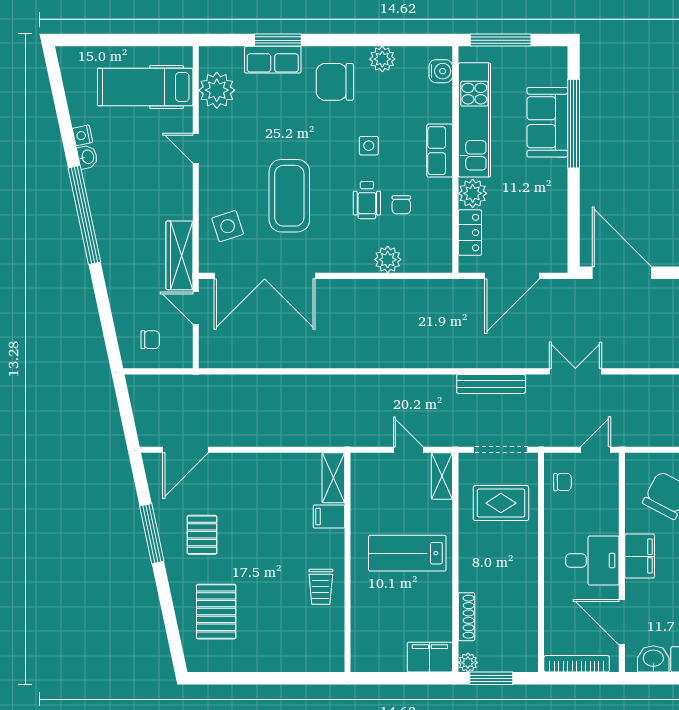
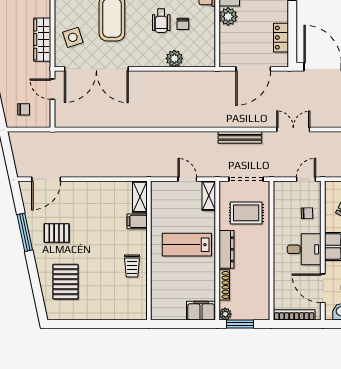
locker: (470, 233) -> (281, 38), moved, turned 180
wardrobe: (179, 255) -> (42, 40), moved
chair: (562, 482) -> (307, 213), moved
pallet: (202, 535) -> (57, 233), turned 90
dresser: (470, 561) -> (227, 249), added

